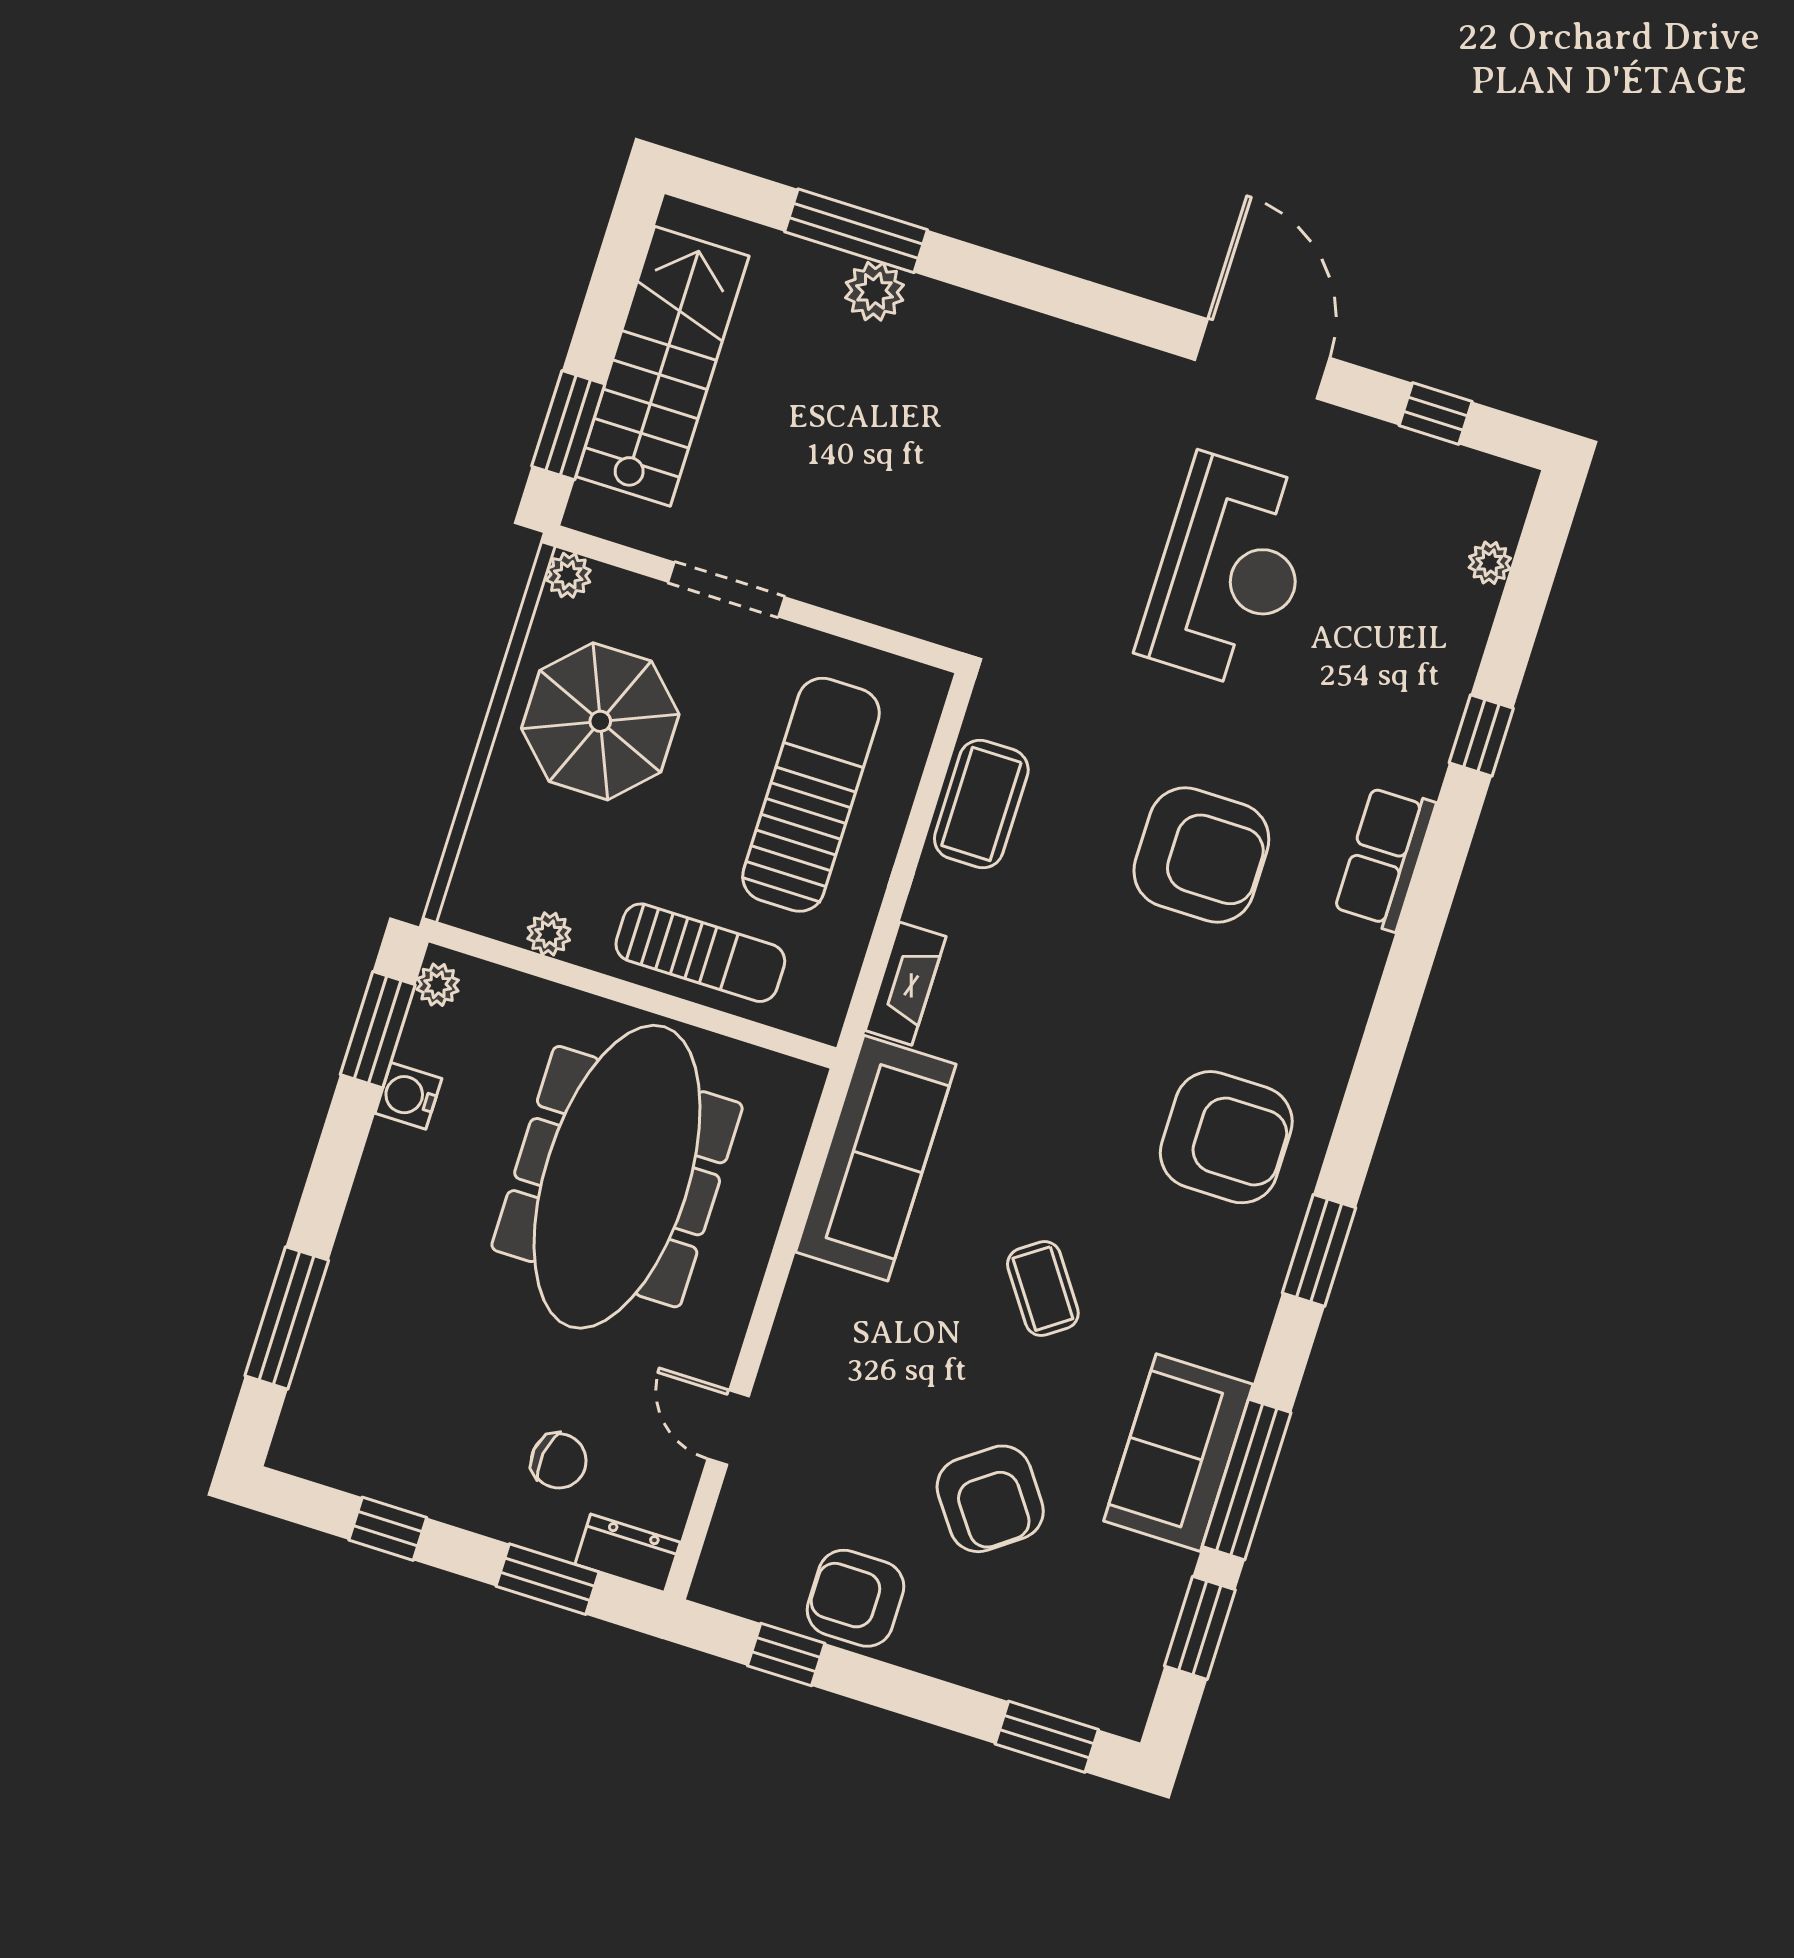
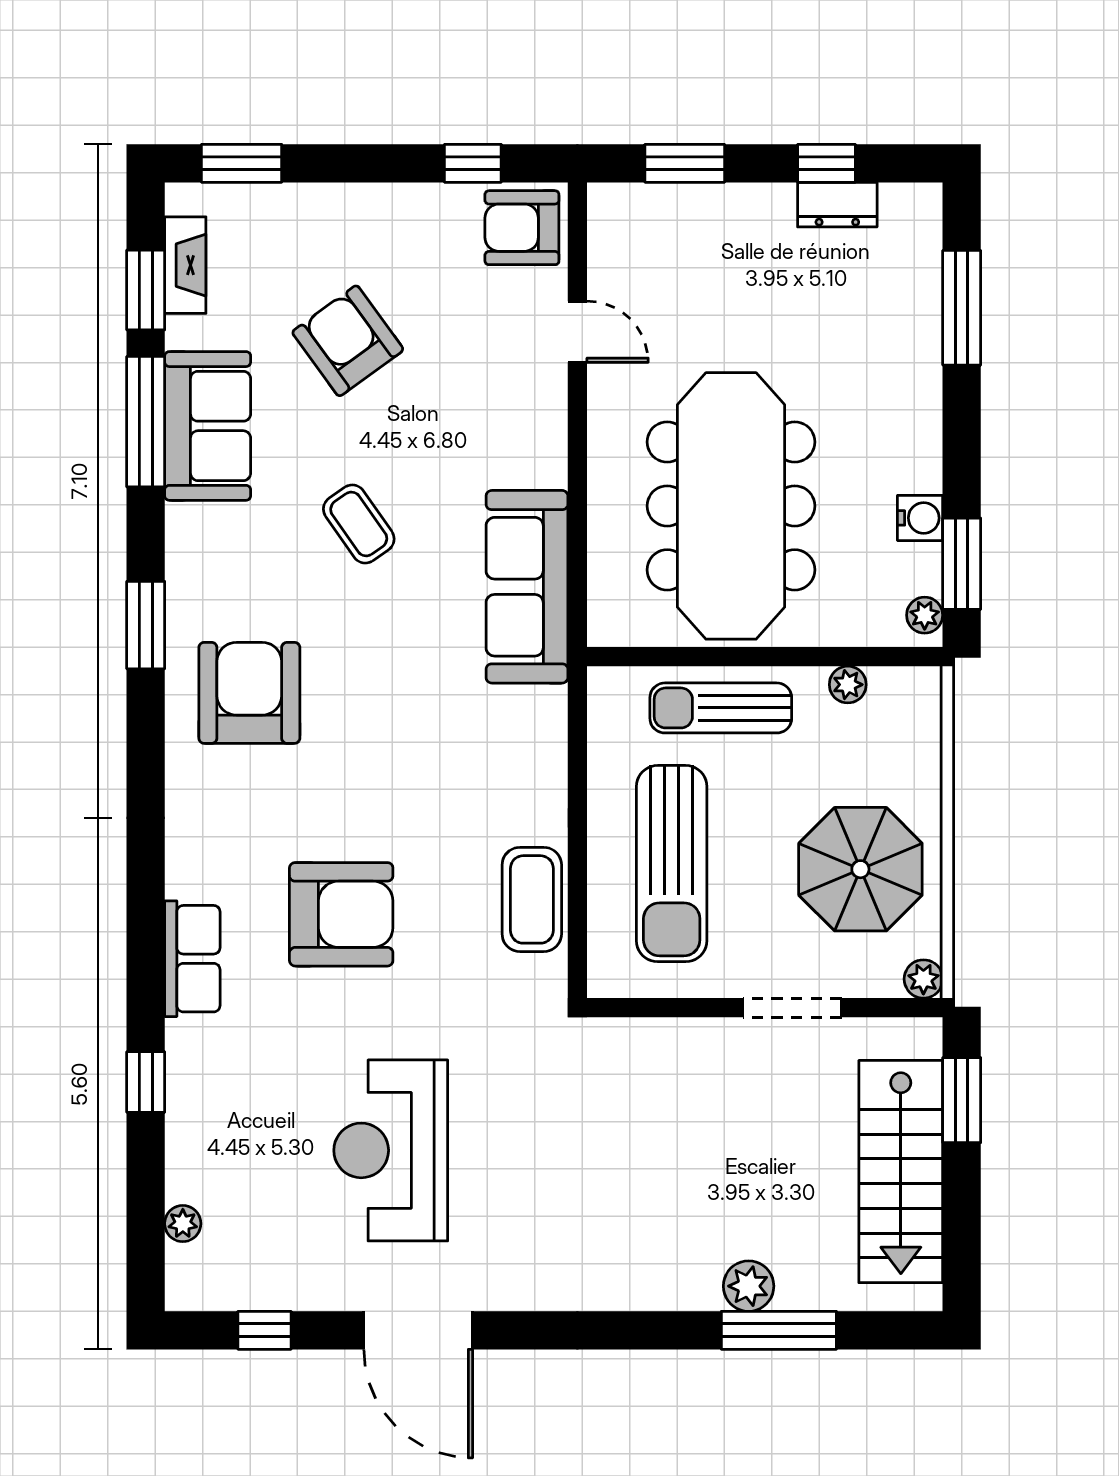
armchair: (1201, 855) -> (341, 914), turned 180
fireplace: (906, 984) -> (185, 265), moved, turned 180
armchair: (1226, 1137) -> (249, 693), turned 90
chair: (559, 1461) -> (706, 262), removed
dresser: (628, 1553) -> (837, 205), moved
armchair: (855, 1598) -> (522, 228), moved, turned 180

